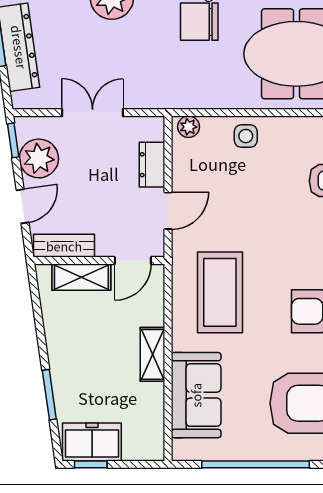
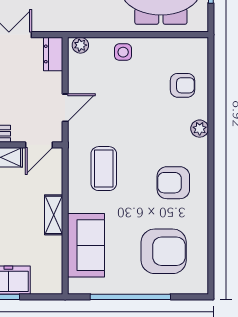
dresser: (152, 165) -> (53, 54), moved
coffee table: (220, 292) -> (104, 169), width x0.73, depth x0.76

